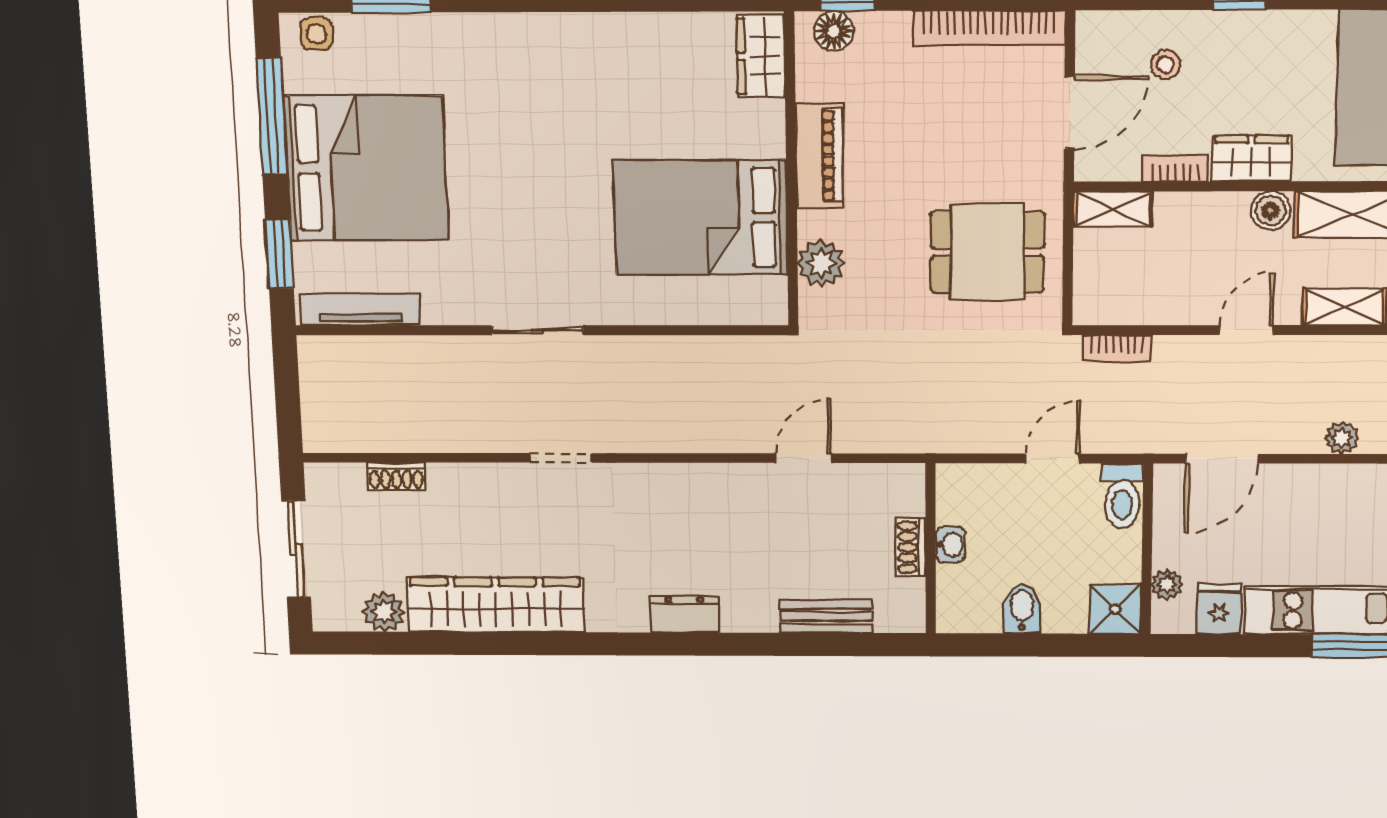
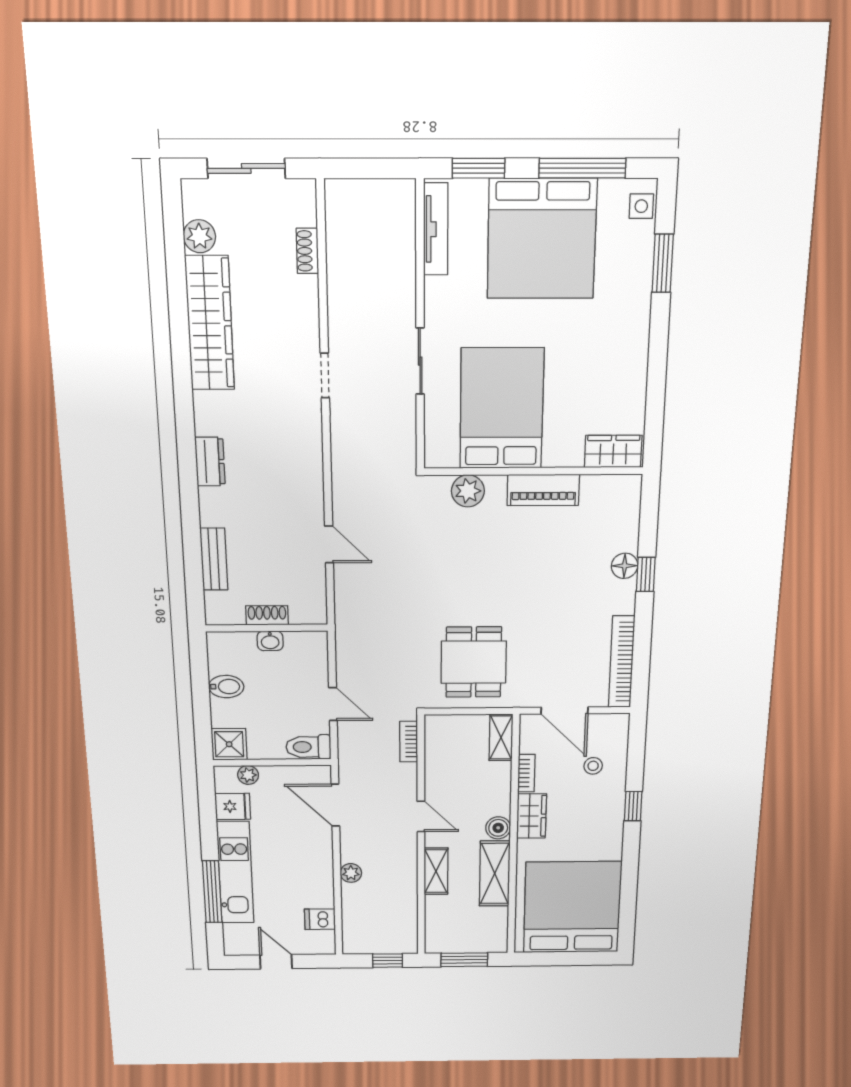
wardrobe: (761, 56) -> (613, 451), moved
piano: (819, 156) -> (543, 490), moved
wall: (791, 170) -> (533, 471), moved
bed: (701, 217) -> (502, 409), moved
plant: (821, 263) -> (468, 491), moved

